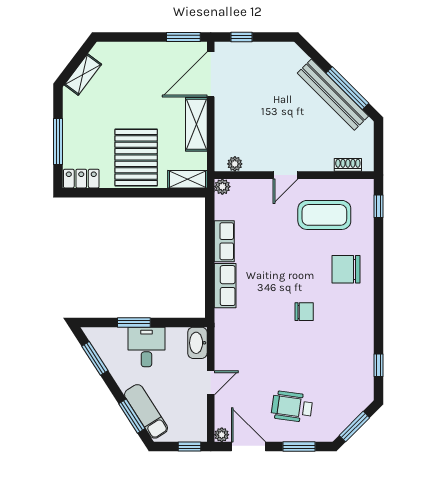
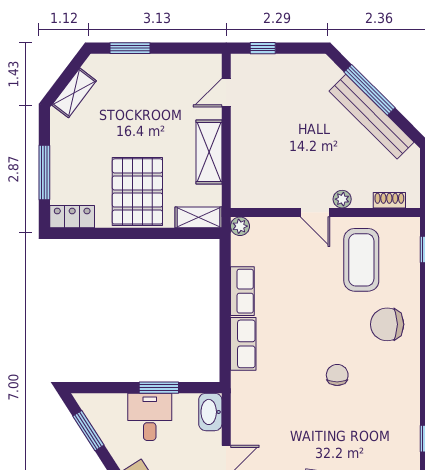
window: (183, 37) -> (130, 48), moved
door: (211, 74) -> (226, 93), width x0.53
window: (347, 88) -> (369, 90), moved
plant: (235, 164) -> (342, 199), moved
door: (286, 175) -> (315, 212), hinge flipped
coffee table: (324, 215) -> (361, 260), turned 90
chair: (304, 312) -> (337, 375), turned -90
window: (134, 322) -> (159, 388), moved

